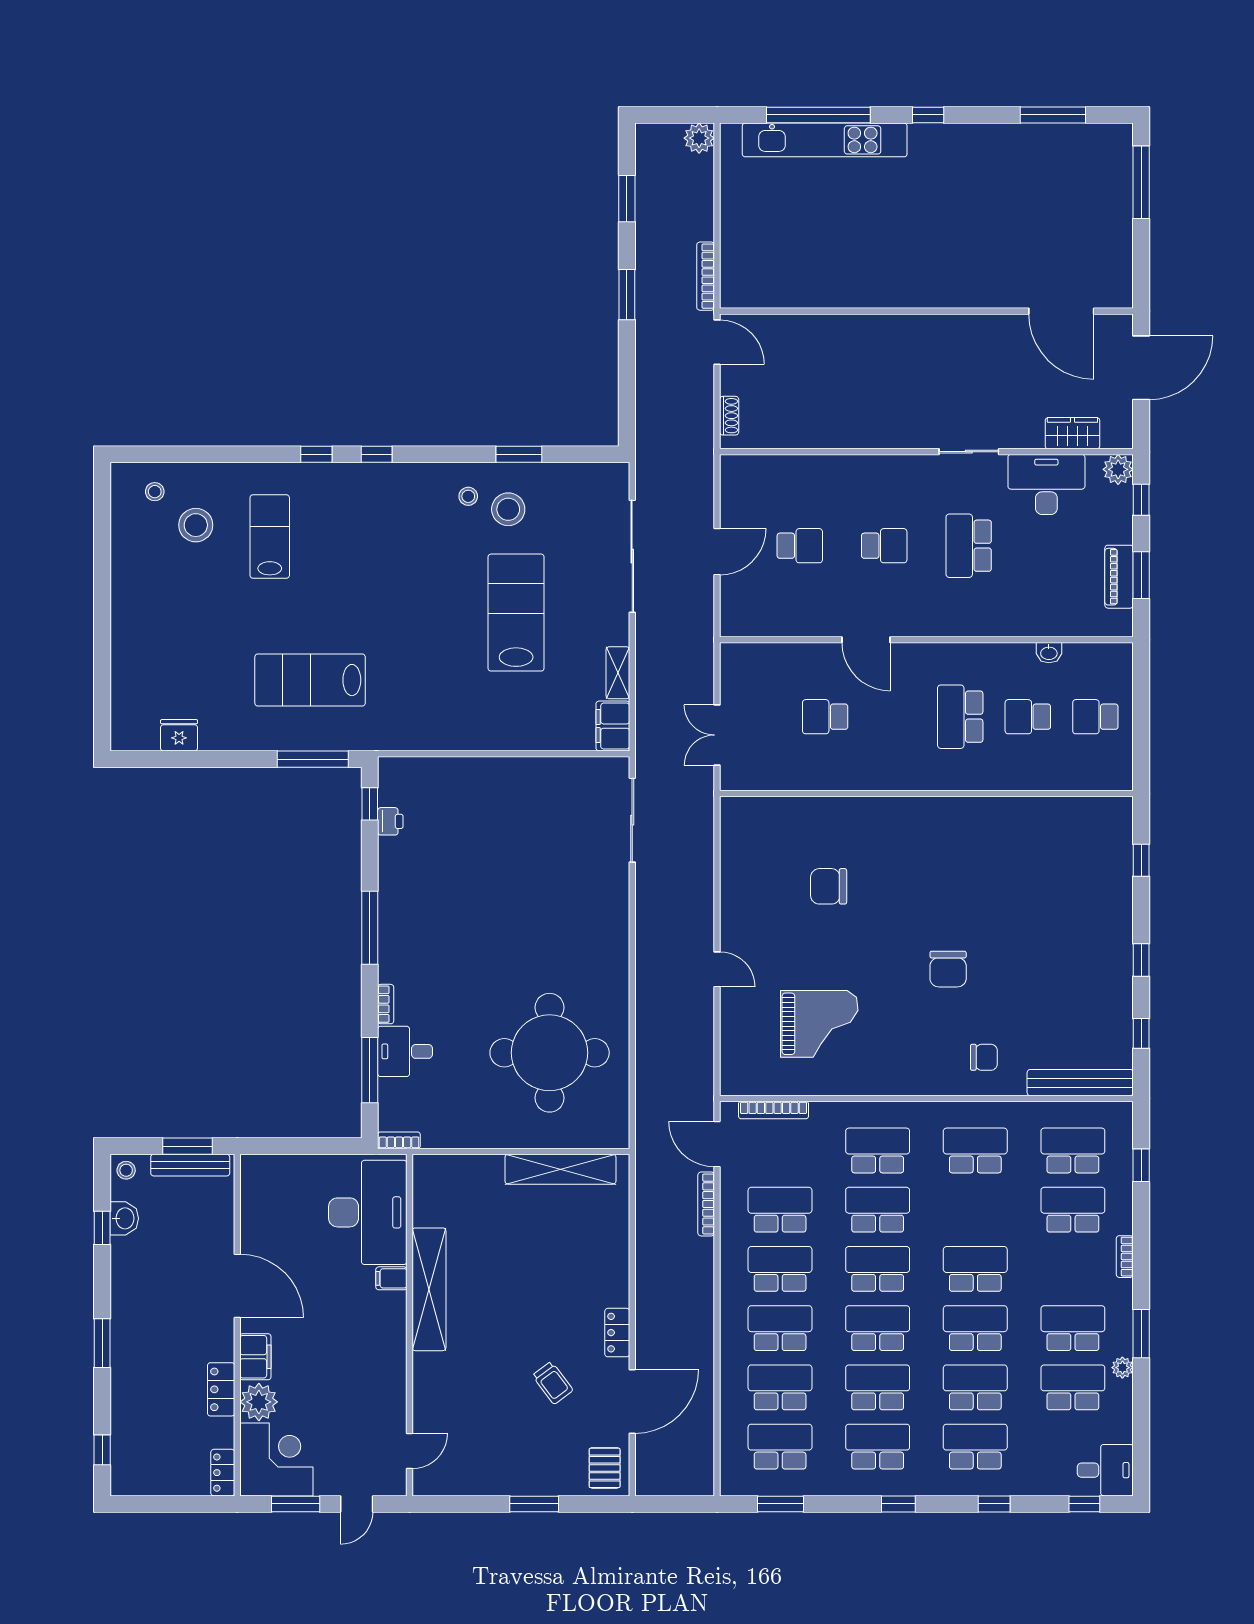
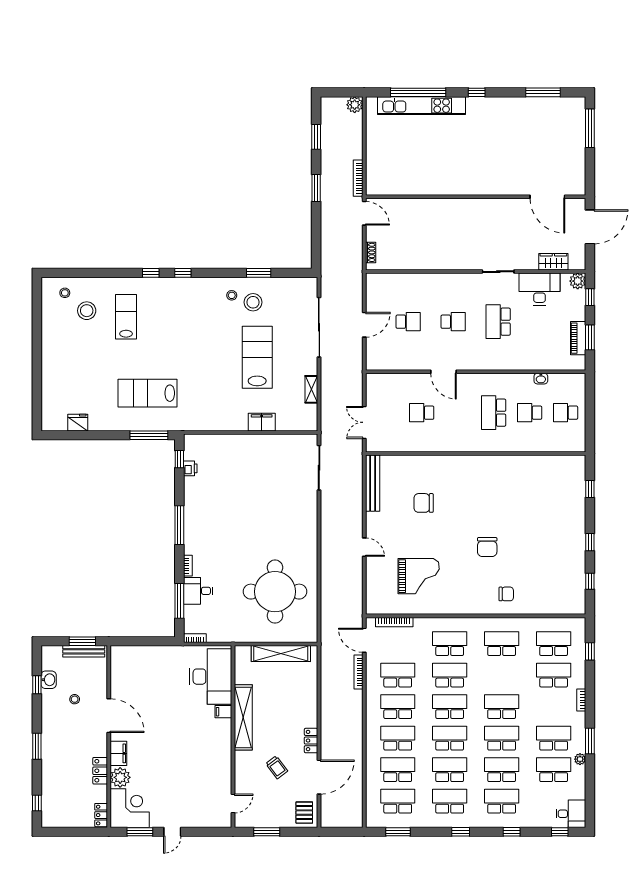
filing cabinet: (613, 726) -> (262, 422), moved, turned 90
bench: (1080, 1083) -> (373, 483), moved, turned 90
stool: (126, 1170) -> (75, 699), moved
desk: (368, 1212) -> (211, 677), moved
filing cabinet: (391, 1278) -> (223, 712), moved
shelving: (429, 1289) -> (243, 717), moved
wall: (410, 1325) -> (233, 737), moved
door: (410, 1451) -> (233, 804), moved

